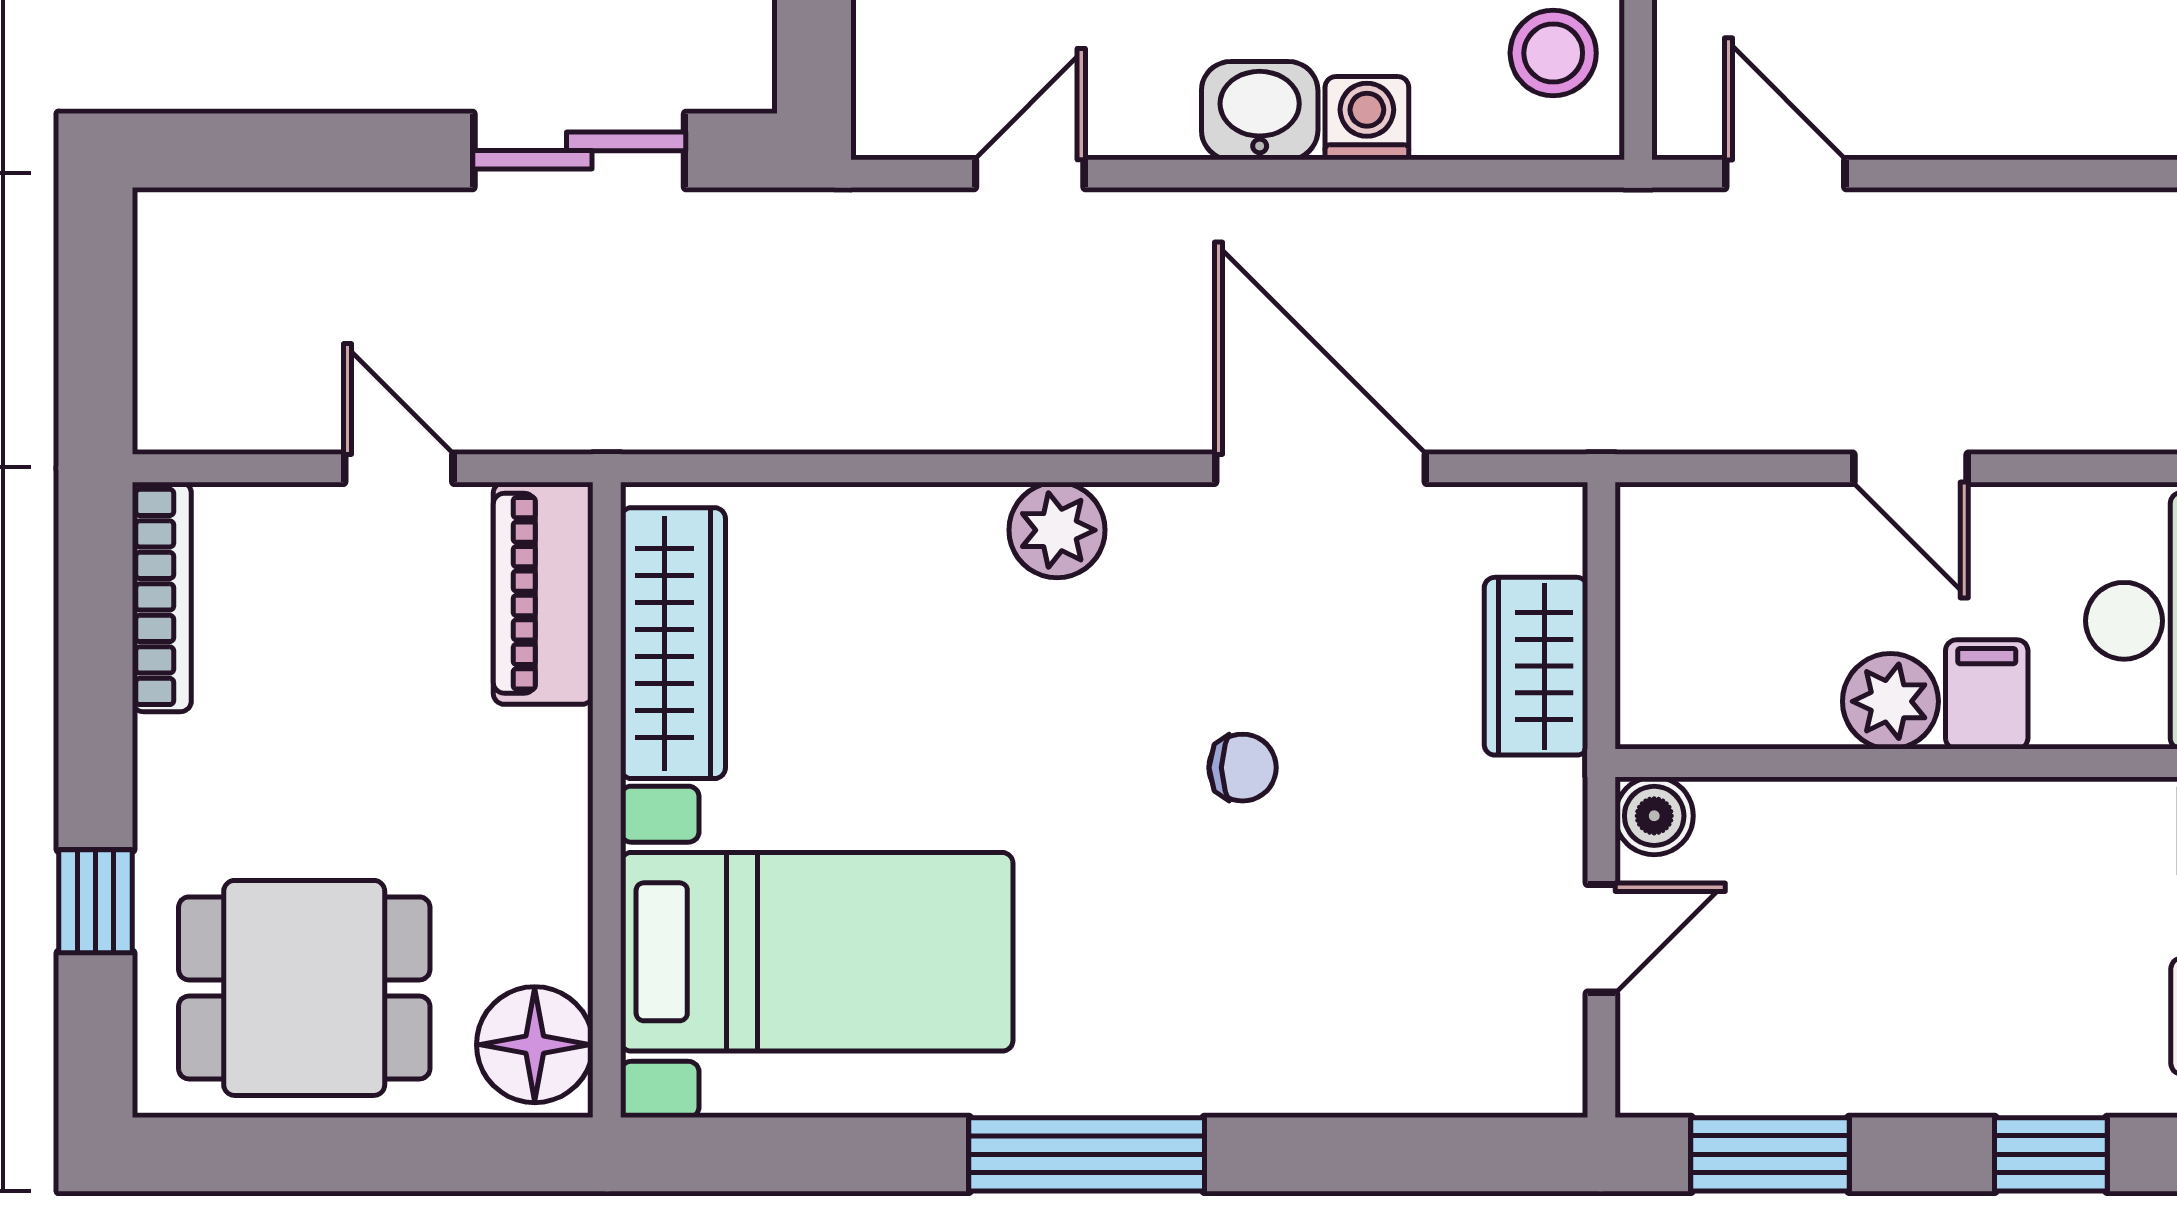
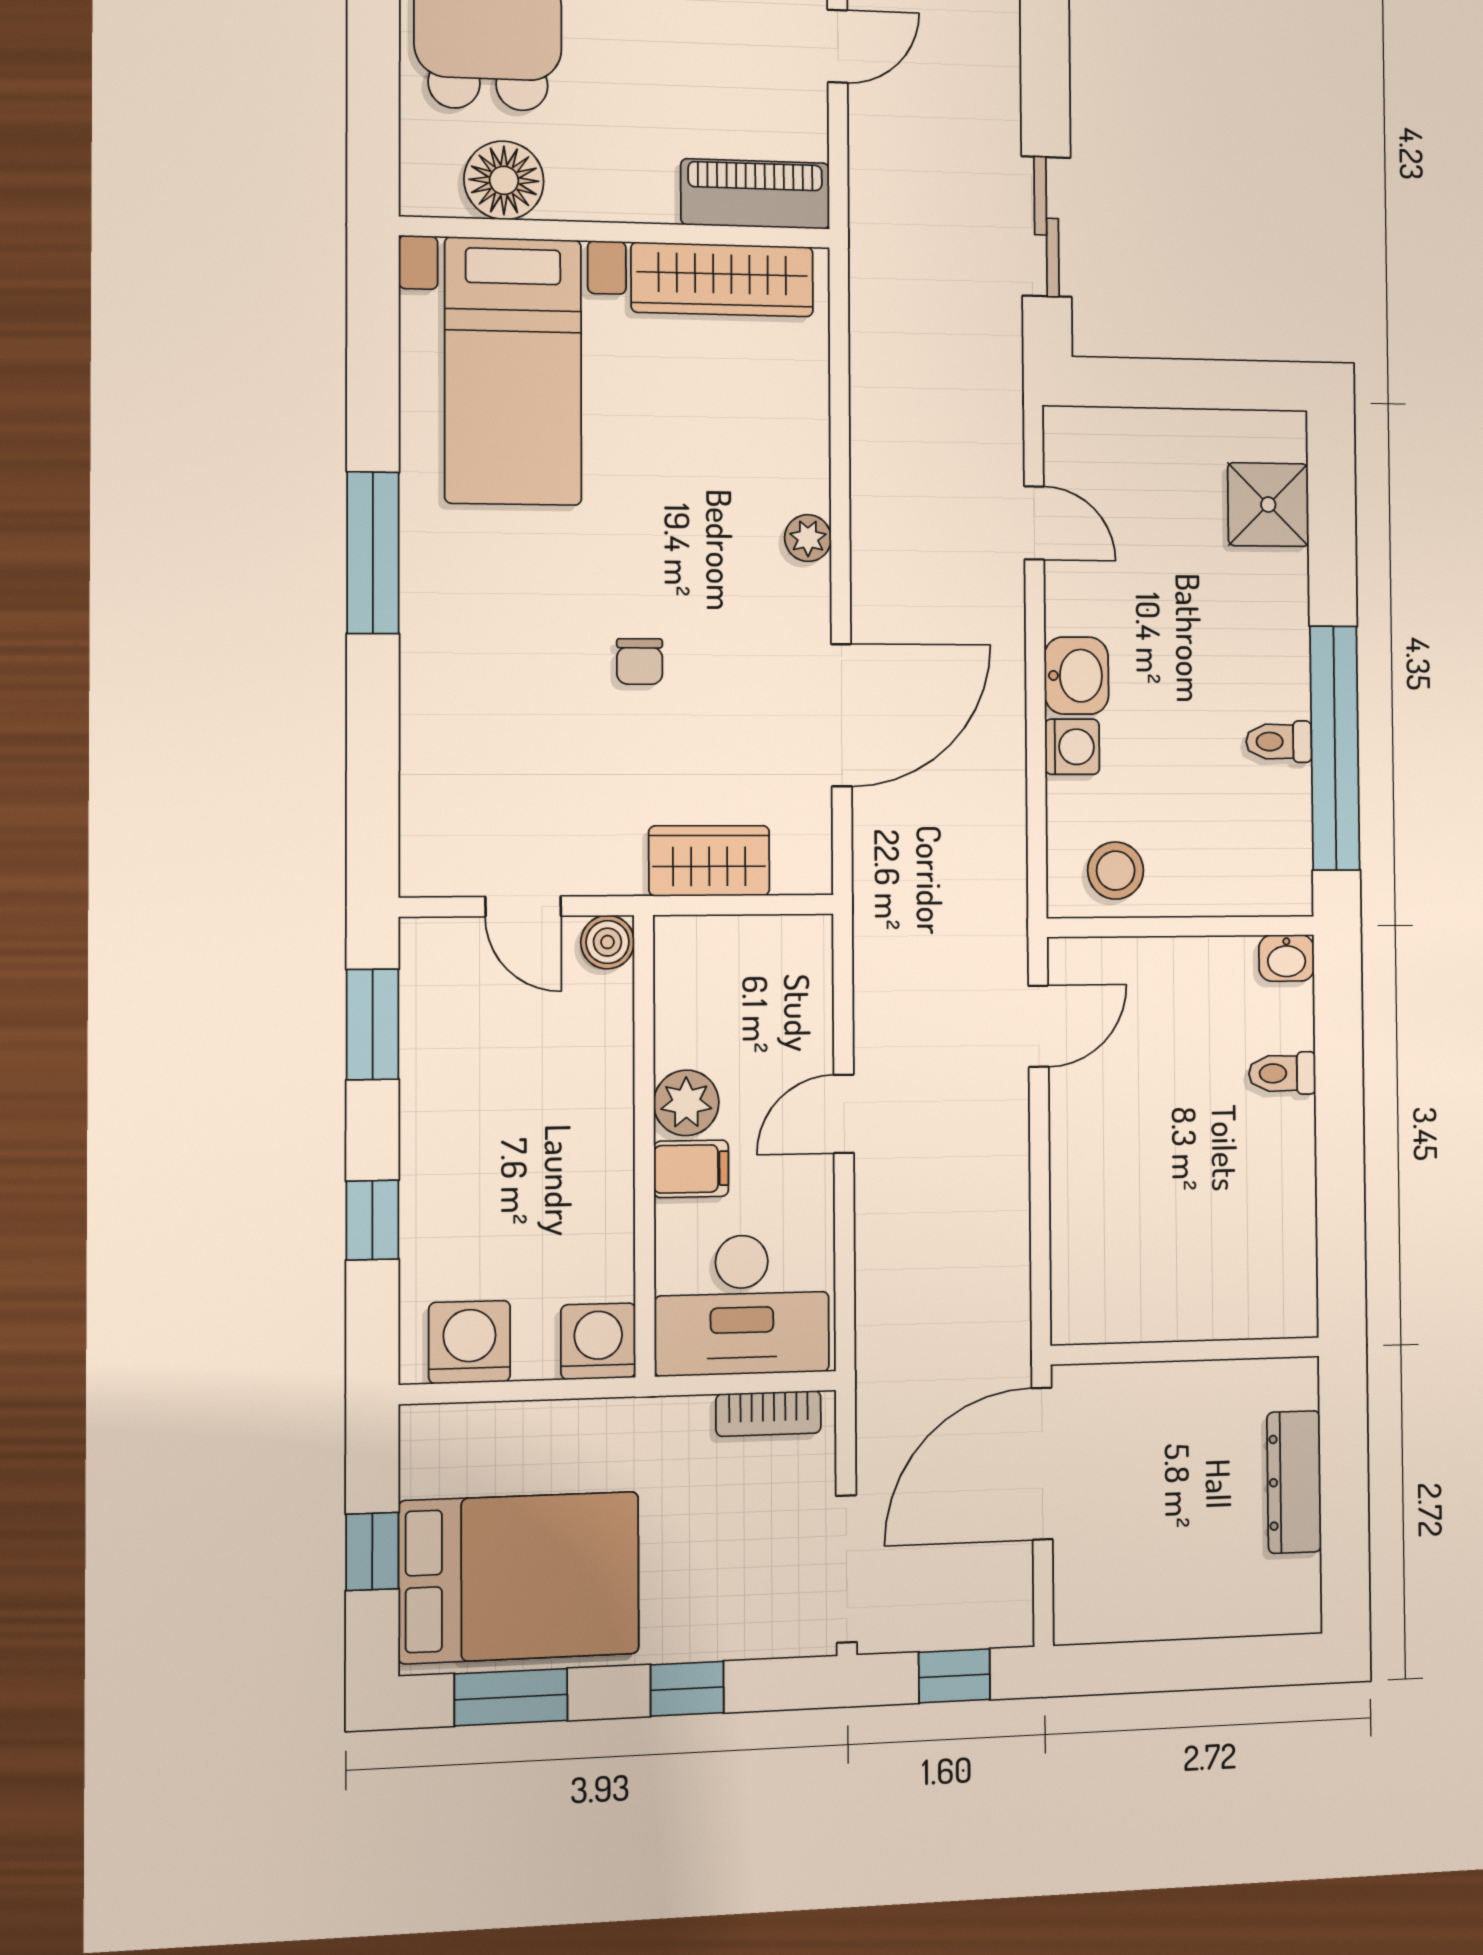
door: (399, 468) -> (837, 46), moved
plant: (1057, 530) -> (808, 538), width x0.73, depth x0.73
floor lamp: (535, 1045) -> (504, 180), moved

